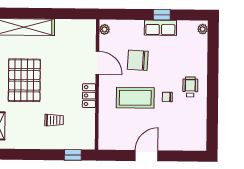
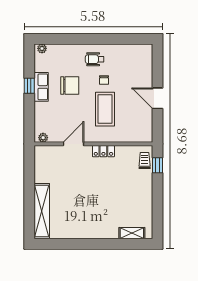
chair: (138, 60) -> (70, 86), moved, turned -93
pallet: (24, 80) -> (90, 210), removed
trolley: (54, 120) -> (145, 161), moved

